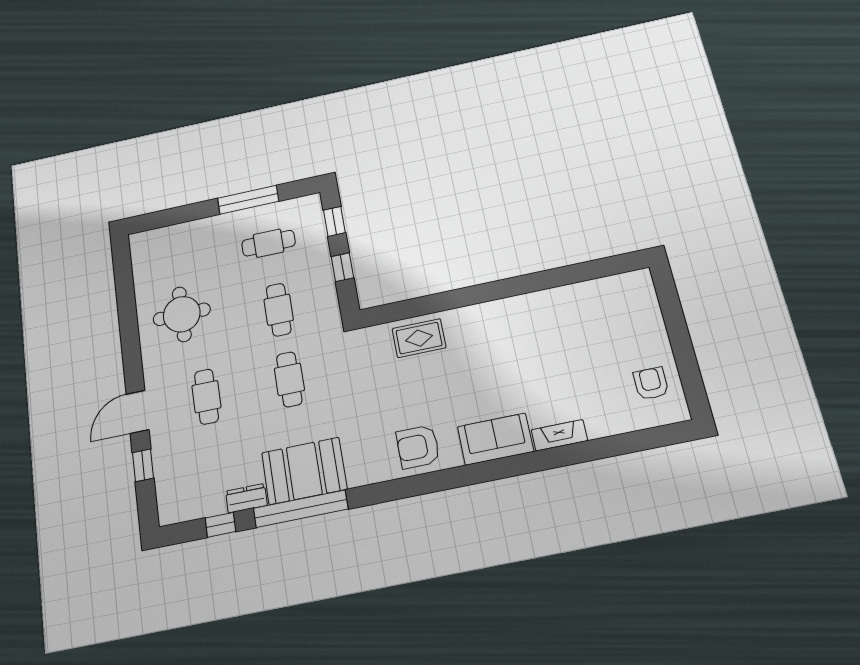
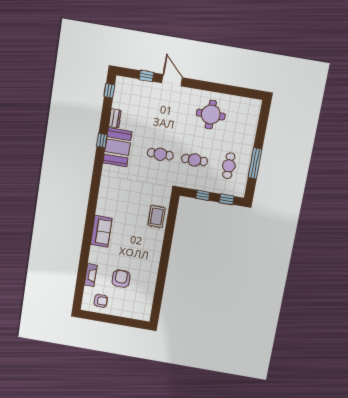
cafe table: (206, 397) -> (167, 114), removed
fireplace: (559, 435) -> (91, 275), moved
armchair: (418, 447) -> (121, 279), moved
window: (301, 509) -> (102, 140), width x0.32
window: (220, 525) -> (109, 91), moved

